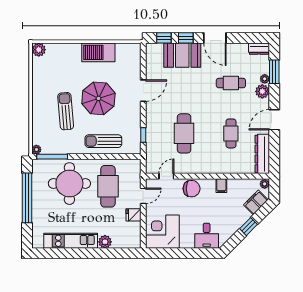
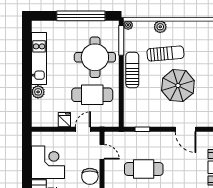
plant: (38, 117) -> (160, 27), added
sun lounger: (103, 141) -> (132, 70), moved
door: (143, 196) -> (83, 129), swing flipped
corner desk: (162, 232) -> (48, 162), moved

